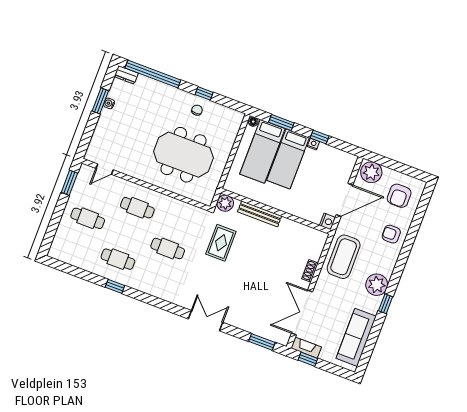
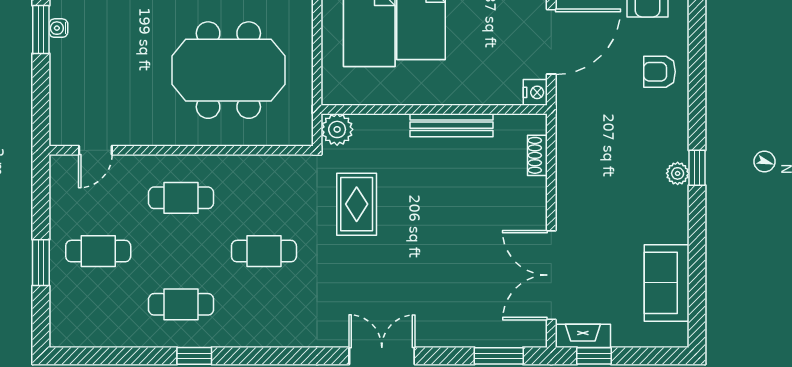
window: (69, 183) -> (41, 263), moved
bench: (260, 214) -> (452, 125), moved
coffee table: (344, 257) -> (589, 145), removed
shoe rack: (310, 271) -> (537, 155), moved
plant: (377, 285) -> (678, 173), width x0.53, depth x0.53
window: (386, 304) -> (697, 168), moved
sofa: (356, 337) -> (667, 283), width x0.73

